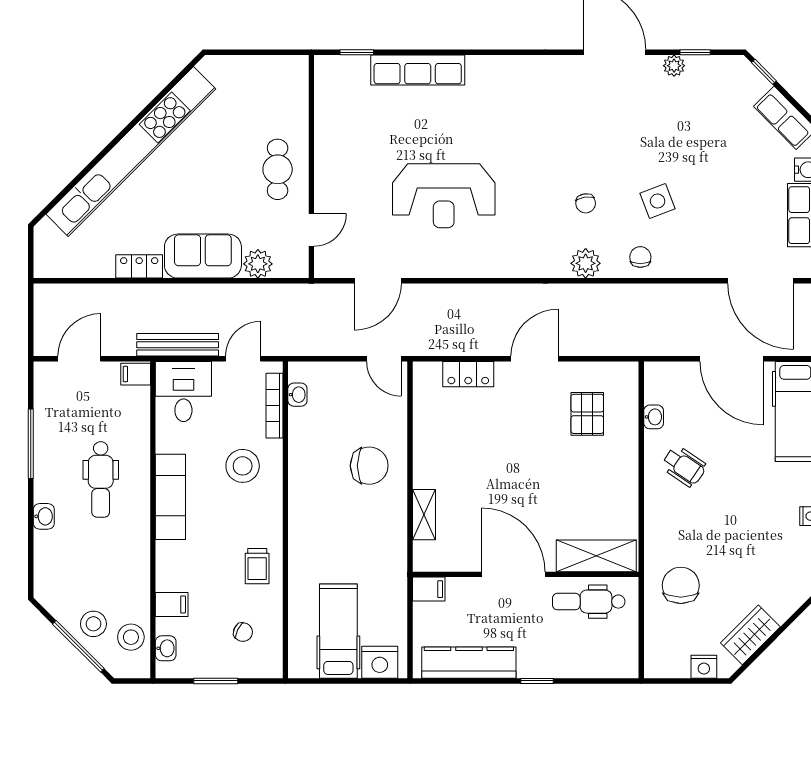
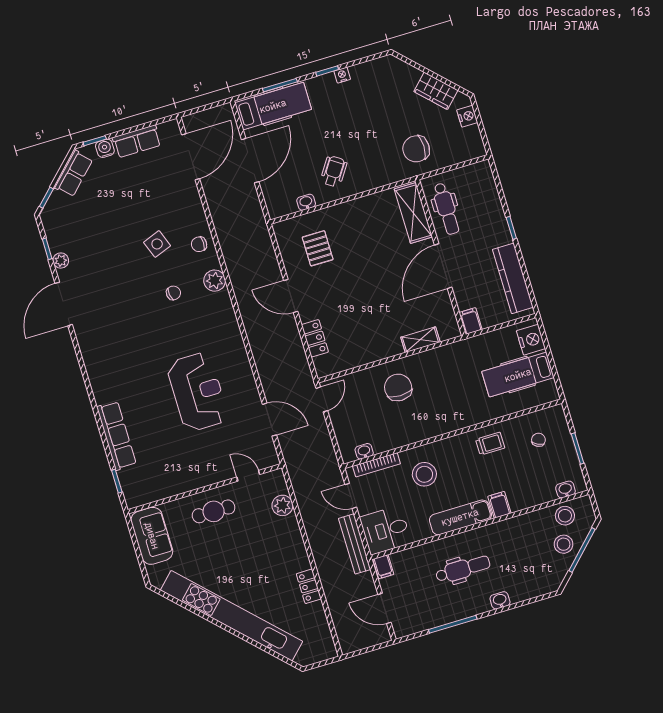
sofa: (203, 256) -> (152, 536), moved, turned 180
pallet: (587, 414) -> (318, 248), turned 90
filing cabinet: (172, 604) -> (499, 505), moved

